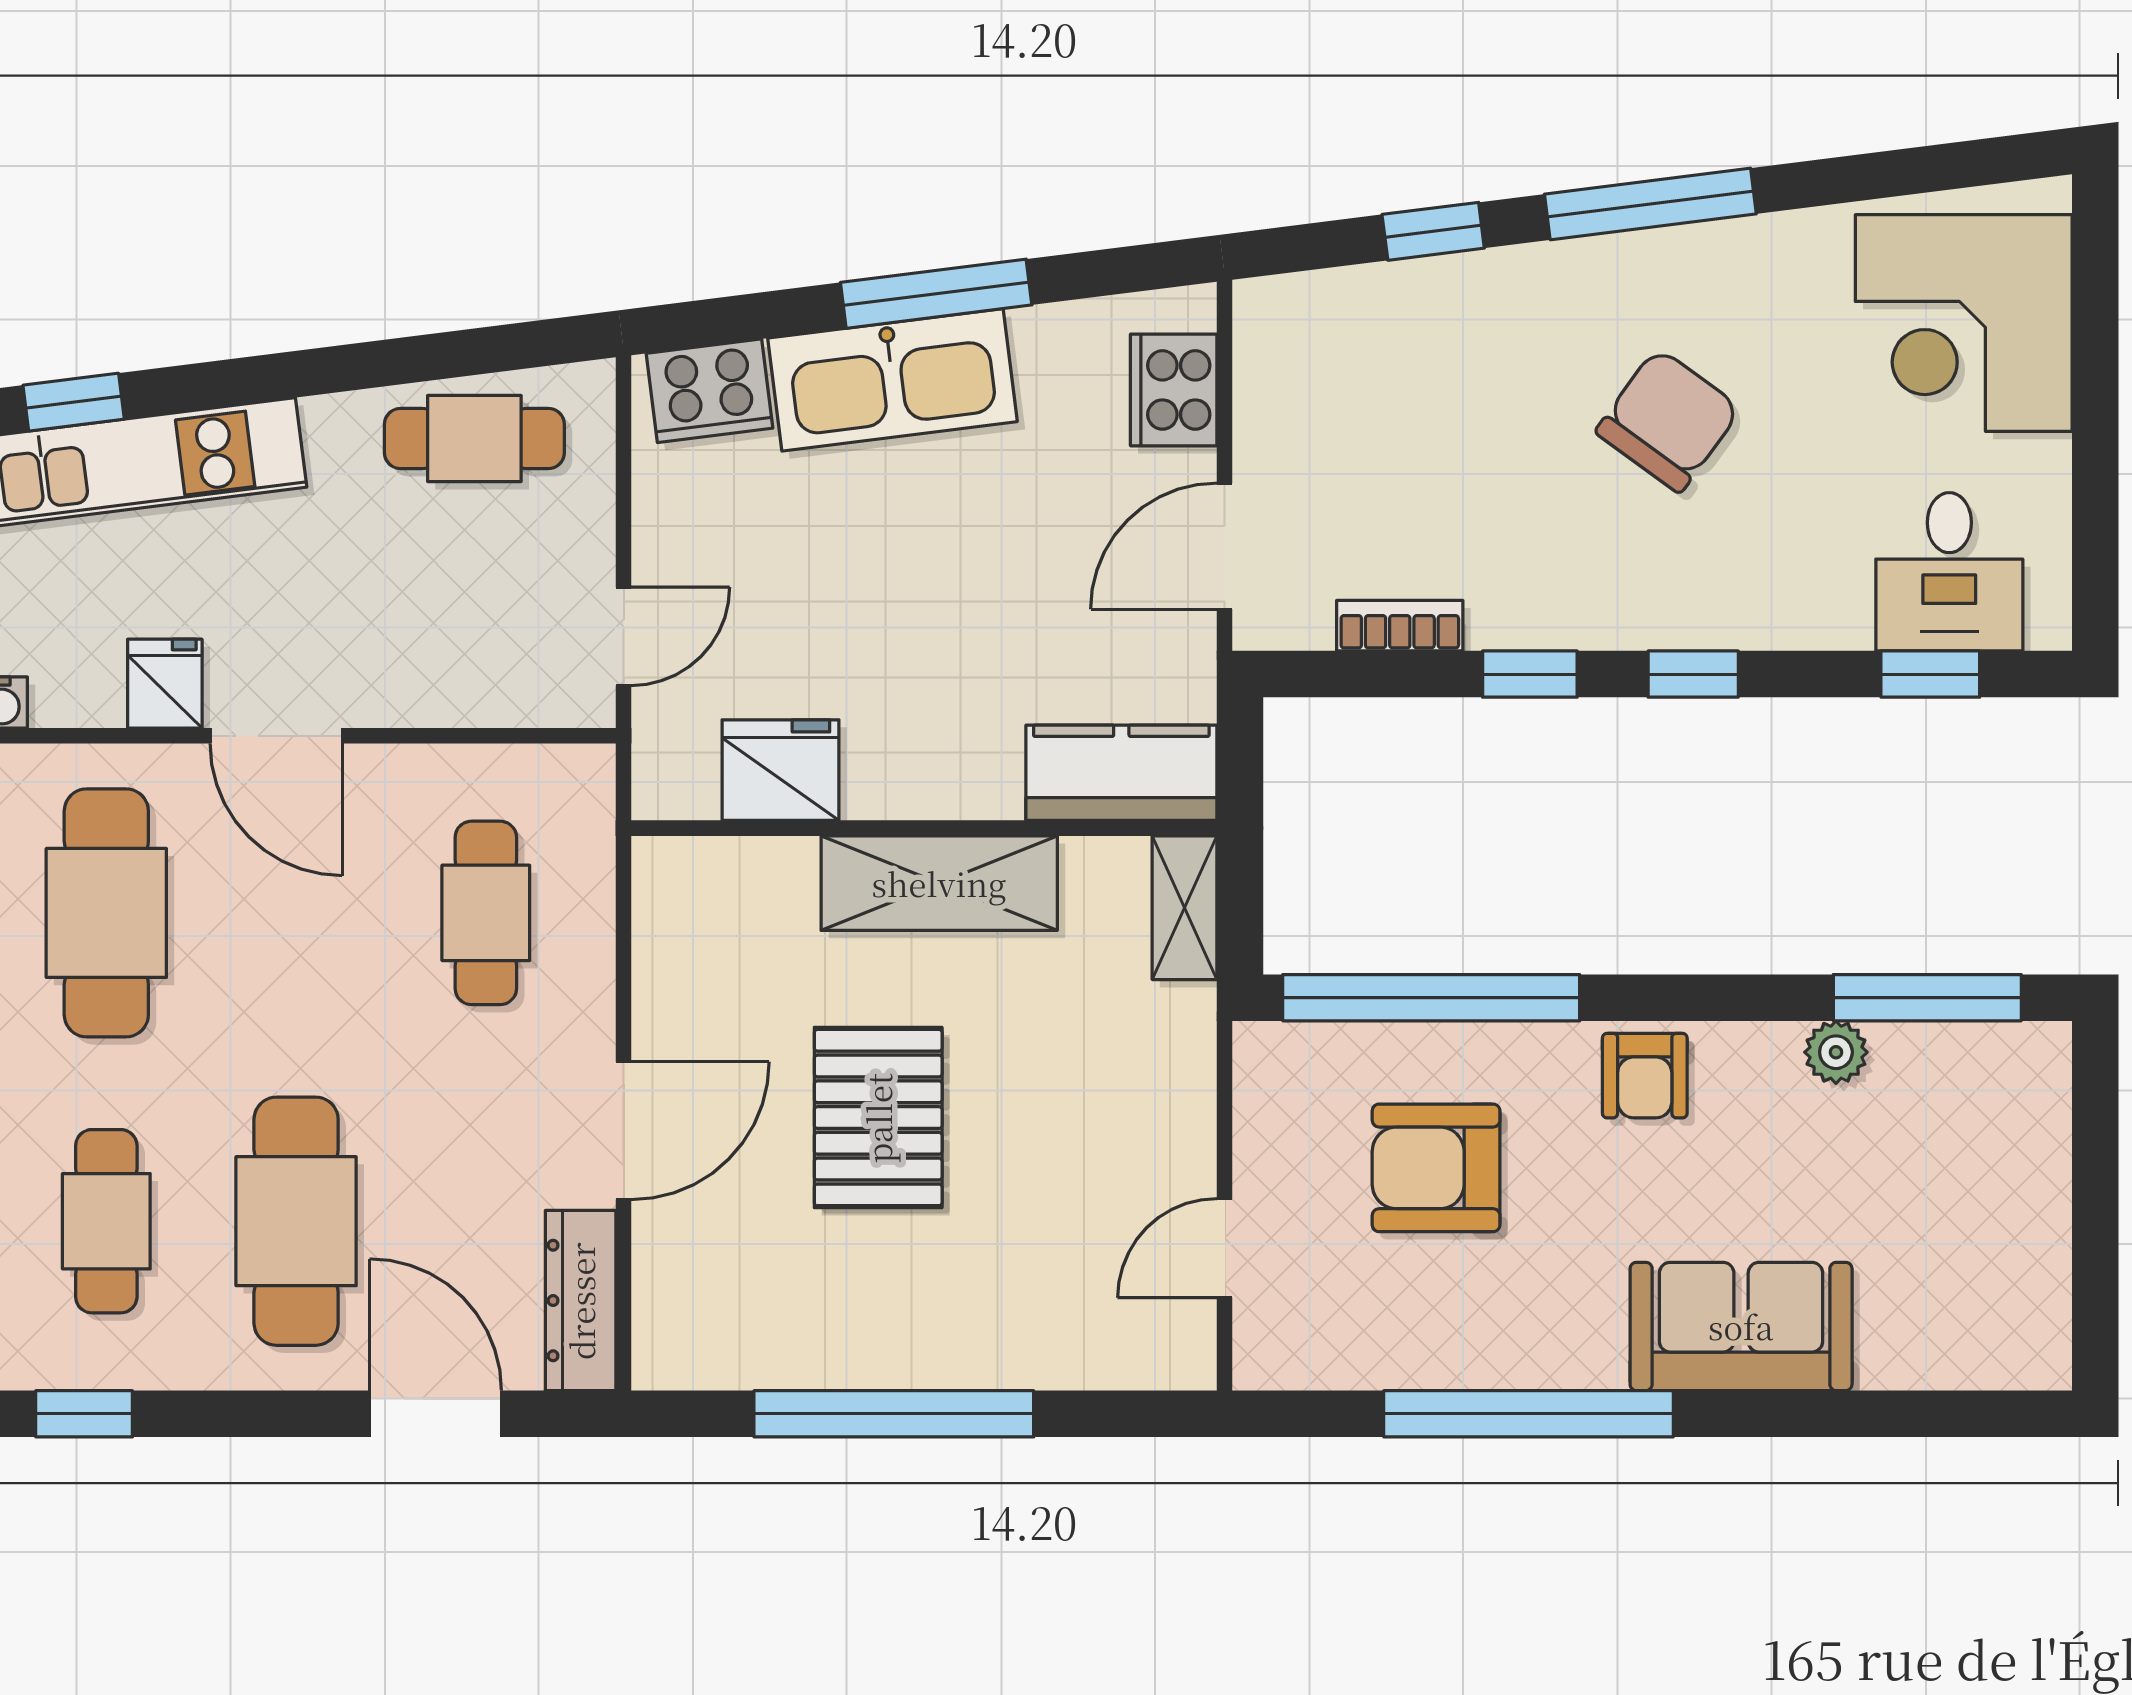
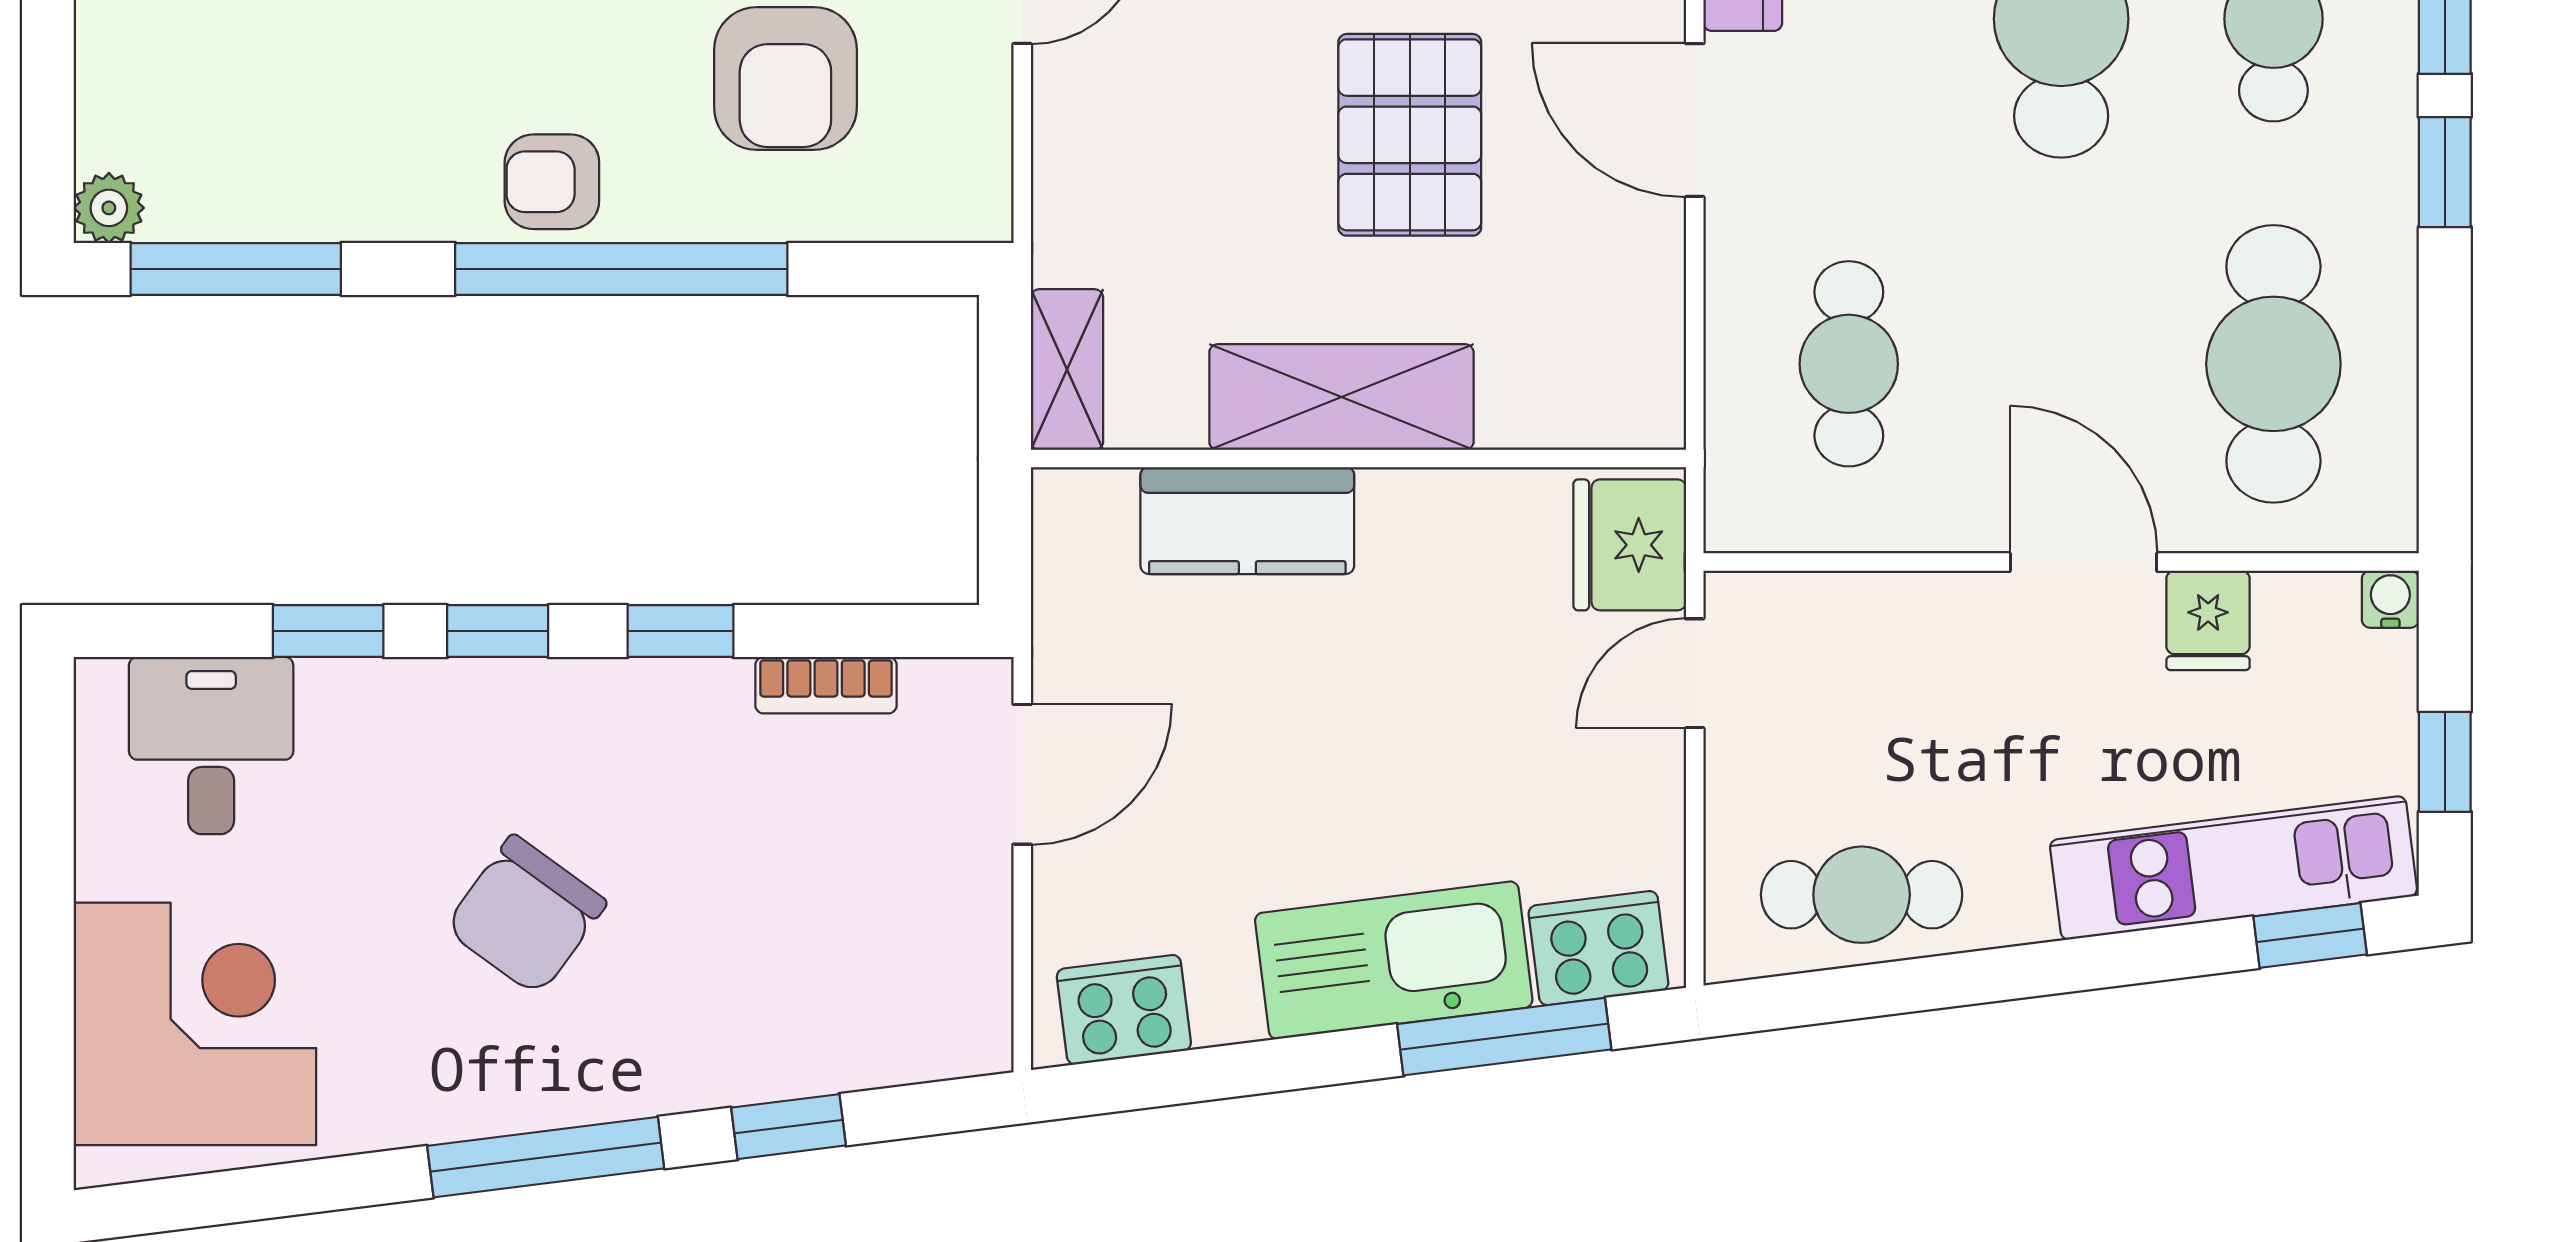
window: (936, 294) -> (1504, 1037), moved
cooker: (1174, 390) -> (1124, 1010), moved, turned -97
window: (1930, 674) -> (328, 631), moved
fridge: (781, 770) -> (1630, 545), moved, turned 90
kitchen counter: (1121, 773) -> (1247, 521), moved
window: (1431, 998) -> (621, 269), moved
plant: (1836, 1052) -> (109, 208), moved
armchair: (1645, 1076) -> (552, 182), turned -90
door: (624, 1131) -> (1695, 120), hinge flipped
armchair: (1436, 1168) -> (785, 78), turned 90

